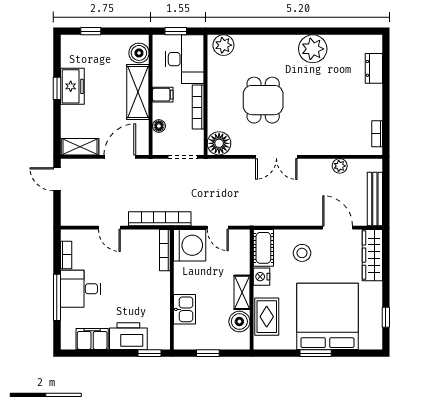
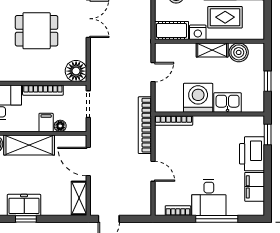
filing cabinet: (163, 95) -> (46, 122), moved
door: (109, 228) -> (153, 171), hinge flipped
washing machine: (190, 245) -> (198, 98), moved
rug: (267, 317) -> (225, 17), moved

